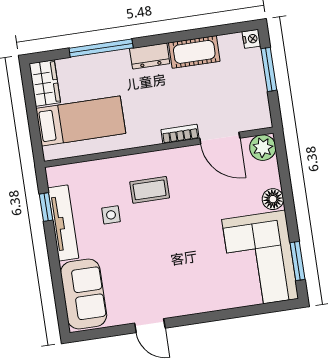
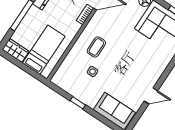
window: (46, 207) -> (78, 103), moved
tv unit: (63, 223) -> (78, 94), removed

